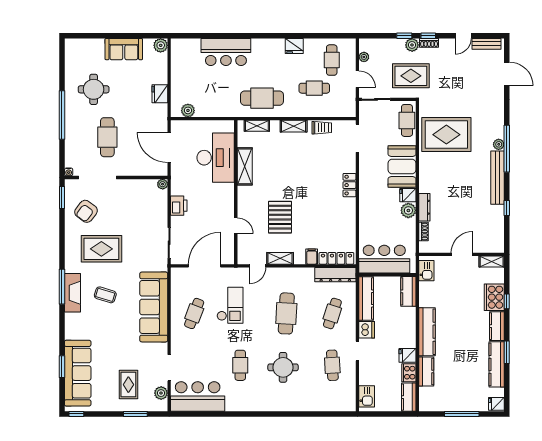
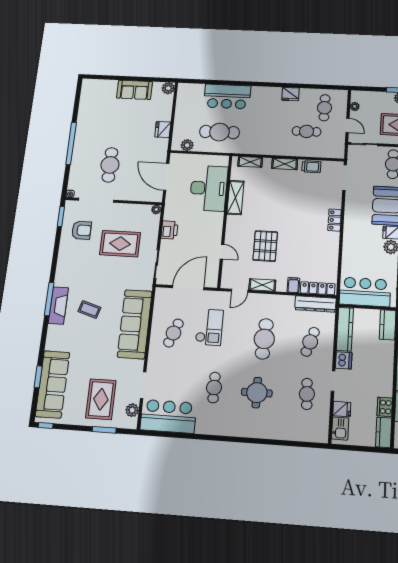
round table: (94, 89) -> (103, 123), removed
cafe table: (262, 98) -> (219, 132), moved
armchair: (86, 211) -> (81, 230), turned -127
rug: (101, 249) -> (120, 244), moved
fridge: (407, 355) -> (342, 409), moved, turned 180
rug: (128, 385) -> (101, 399), width x1.36, depth x1.43

